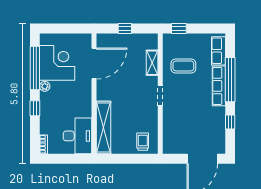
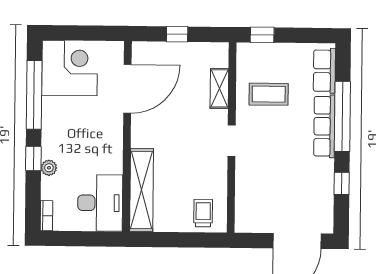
corner desk: (57, 63) -> (70, 68), moved
plant: (45, 86) -> (49, 168), moved

